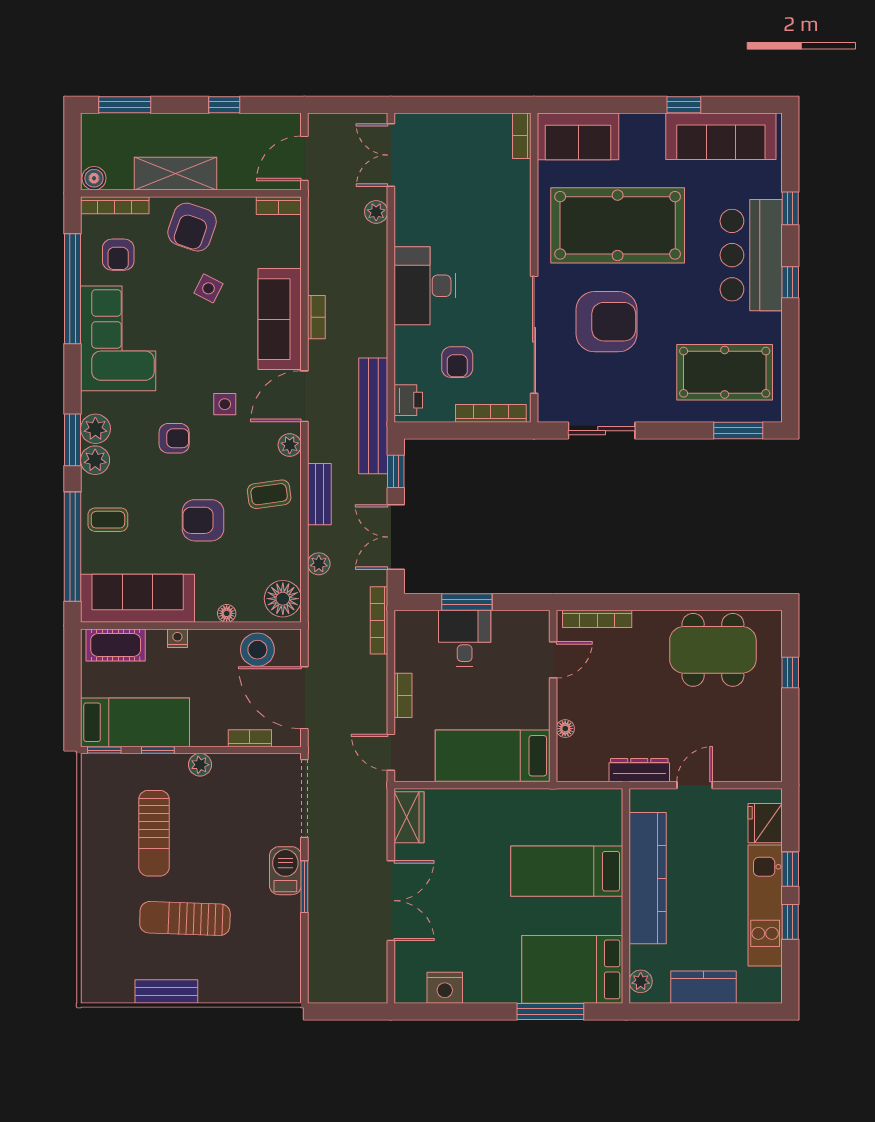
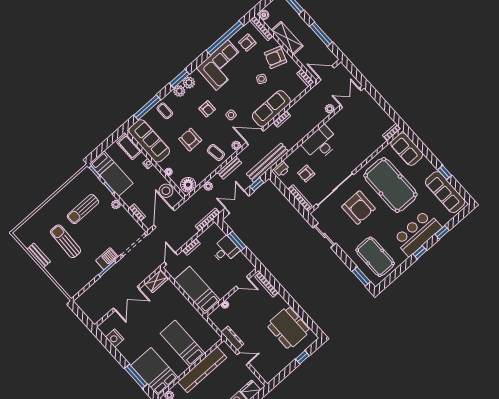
window: (224, 105) -> (321, 34), width x2.17
window: (73, 547) -> (147, 107), width x0.68

